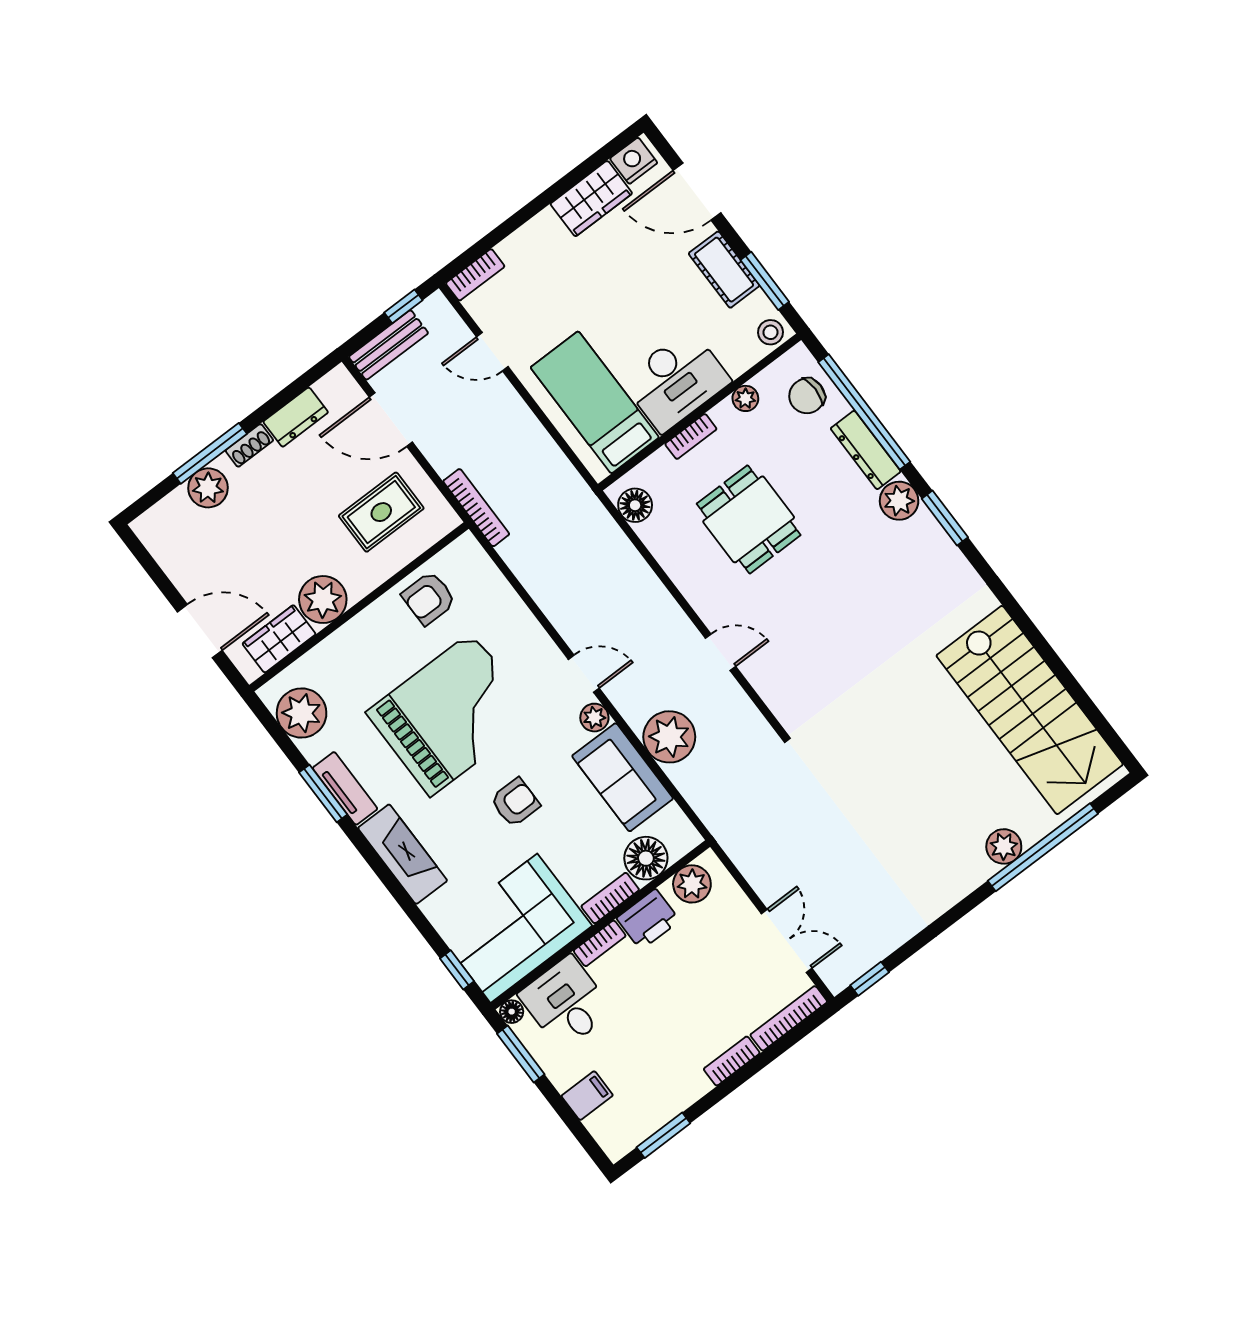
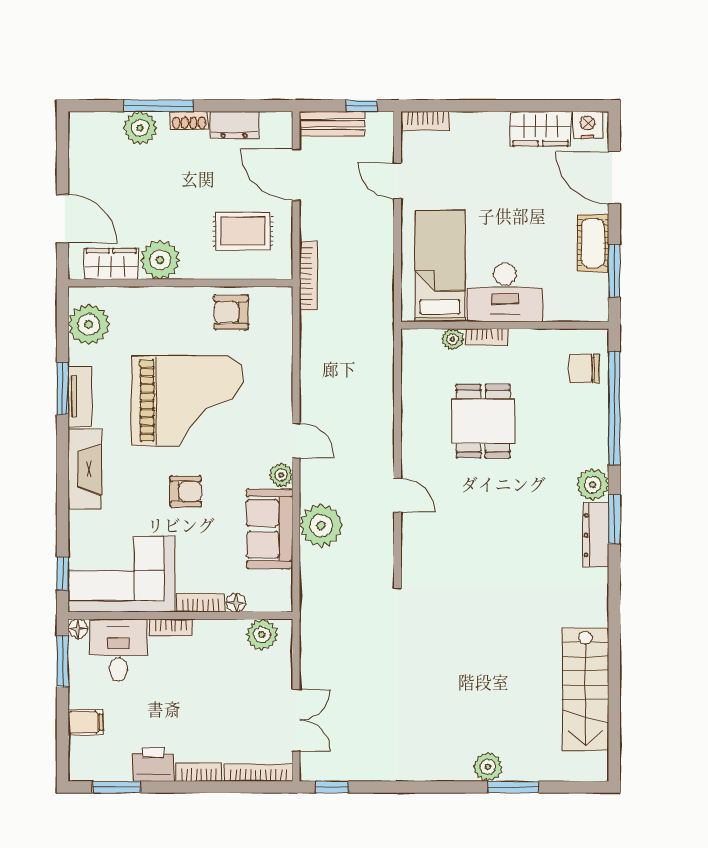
stool: (770, 332) -> (592, 308), removed
plant: (745, 398) -> (453, 339), moved
dresser: (866, 450) -> (596, 535), moved
floor lamp: (635, 505) -> (415, 355), removed
stairs: (1030, 710) -> (585, 689), width x0.73, depth x0.66
window: (1043, 847) -> (513, 787), width x0.47
floor lamp: (646, 858) -> (236, 603), width x0.53, depth x0.53
printer: (648, 919) -> (153, 764), moved, turned 180

